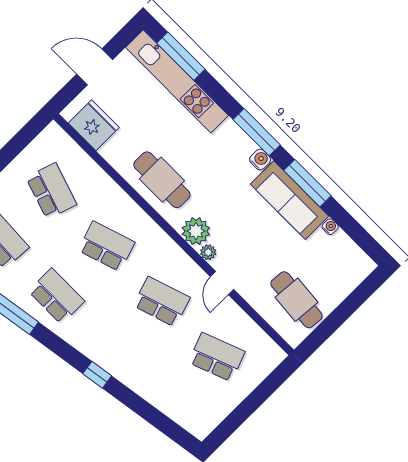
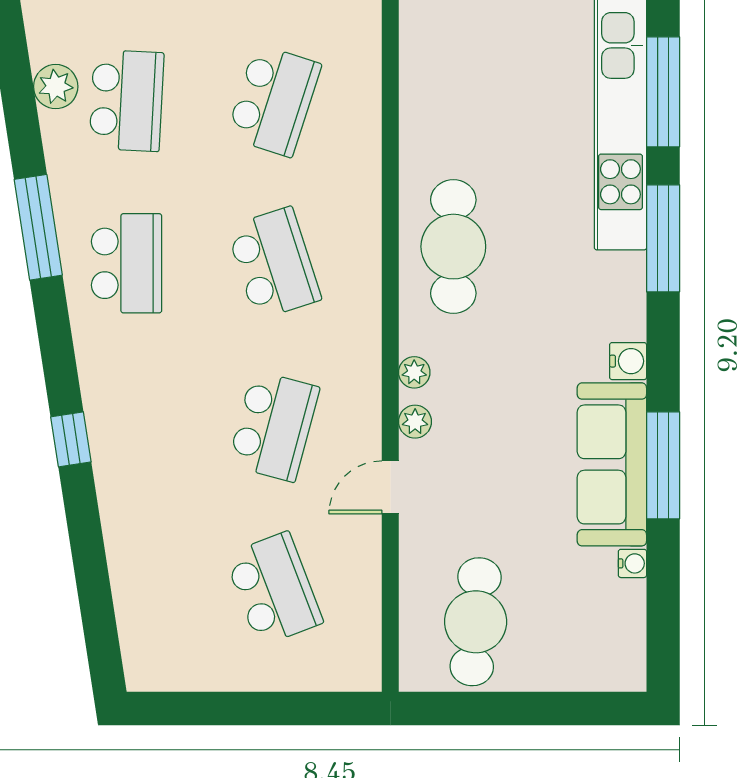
fridge: (94, 125) -> (433, 66), removed
window: (257, 132) -> (663, 238), moved
plant: (196, 231) -> (414, 372), width x0.53, depth x0.53
school desk: (162, 302) -> (274, 426), turned 33

